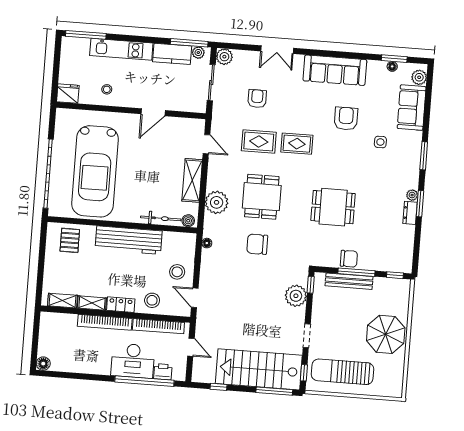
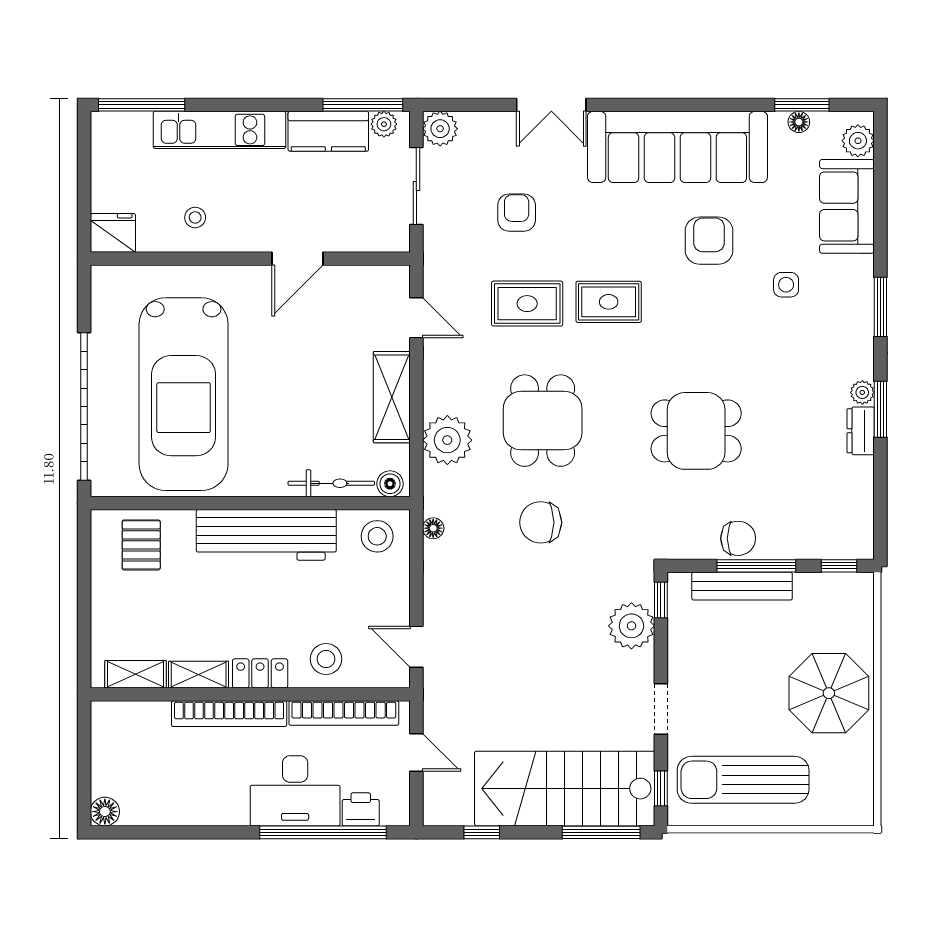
sofa: (335, 70) -> (677, 147), width x1.36, depth x1.27
stool: (177, 272) -> (377, 536), moved

